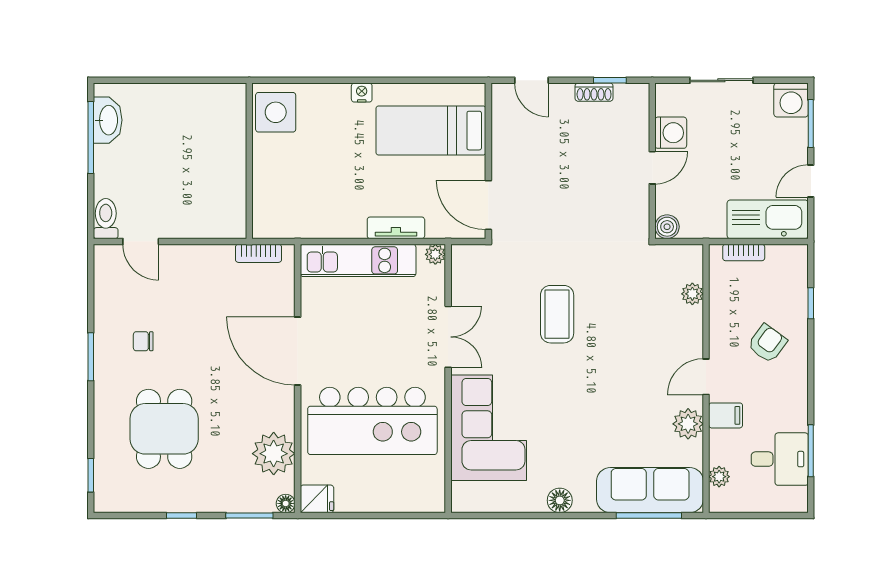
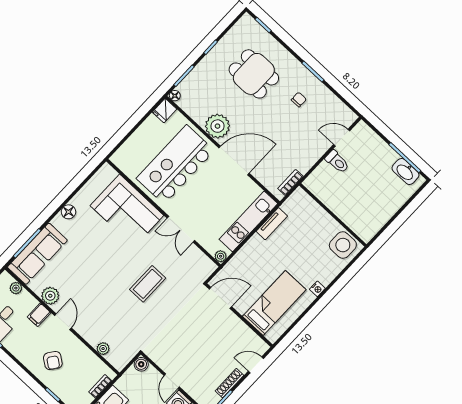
shoe rack: (594, 92) -> (230, 383), width x1.43
toilet: (106, 219) -> (337, 162), moved
tv unit: (396, 228) -> (272, 224), moved
coffee table: (557, 314) -> (148, 284), turned 90
plant: (274, 454) -> (217, 126), moved

